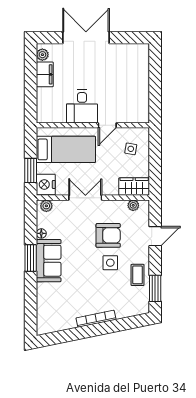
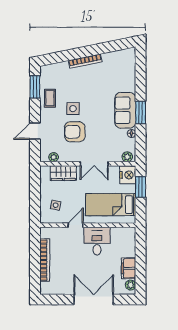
double door: (86, 38) -> (94, 299), swing flipped
bookcase: (144, 84) -> (45, 260), added
wardrobe: (134, 187) -> (63, 173), moved

